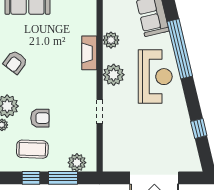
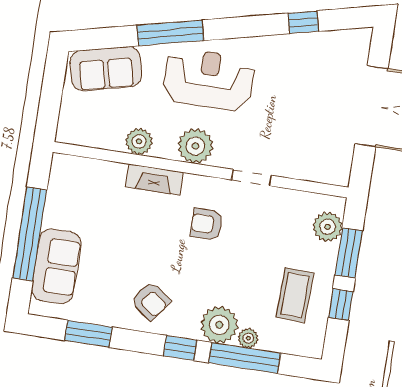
window: (180, 49) -> (170, 33), width x0.68
armchair: (40, 118) -> (207, 224), moved, turned -90

